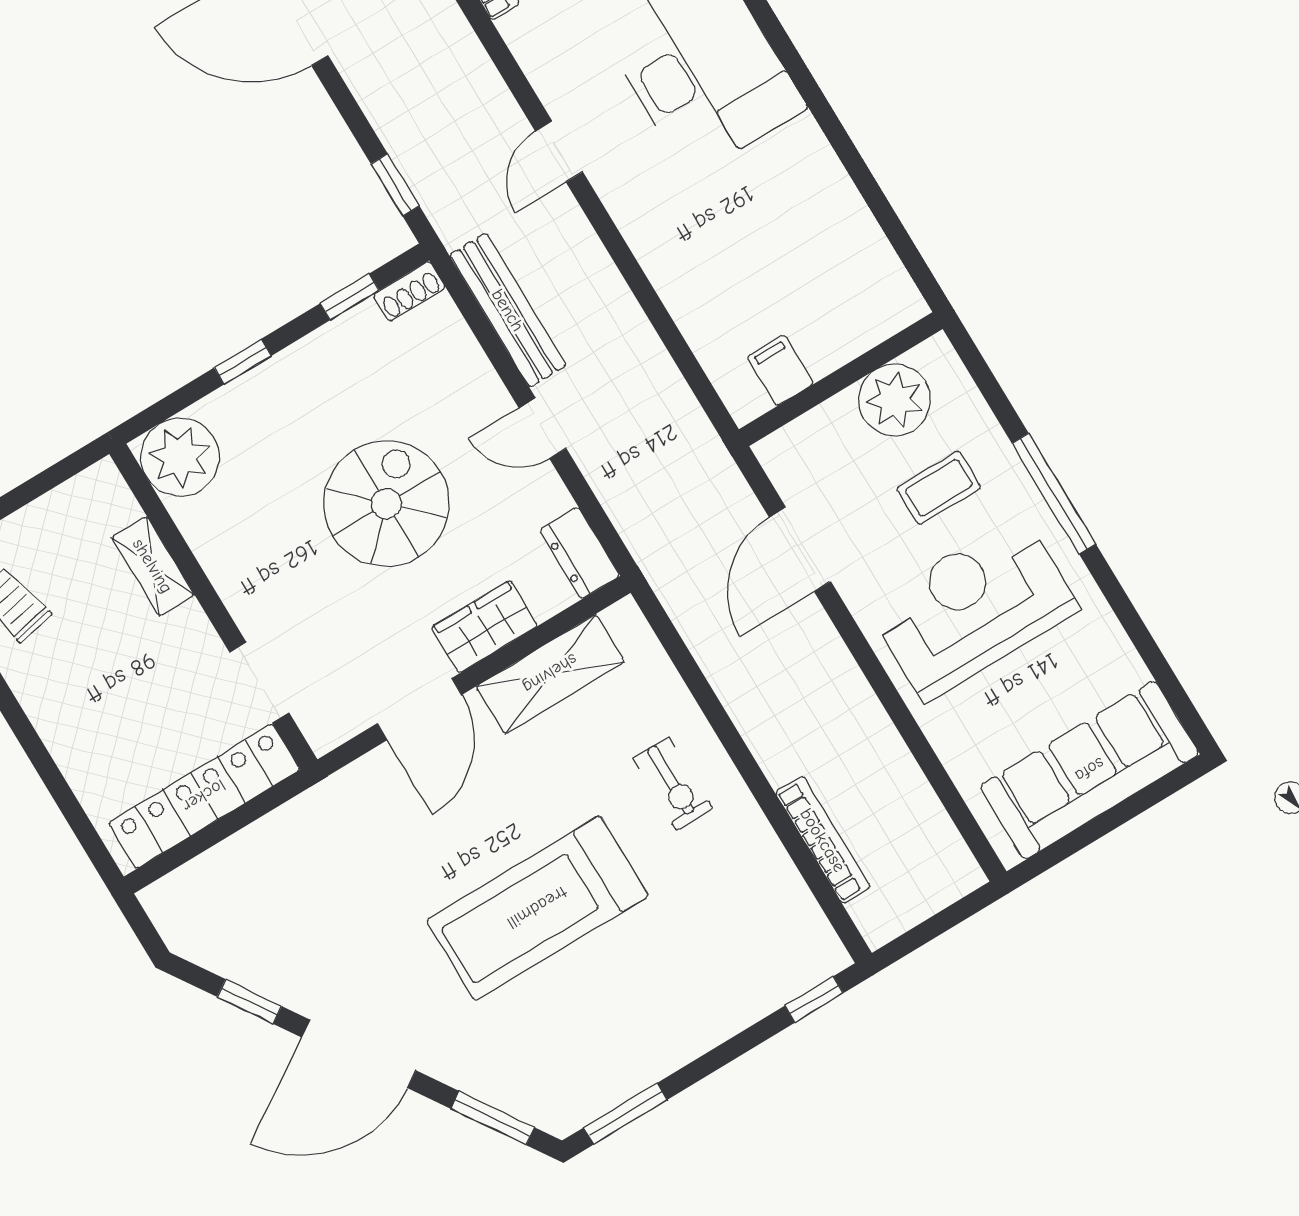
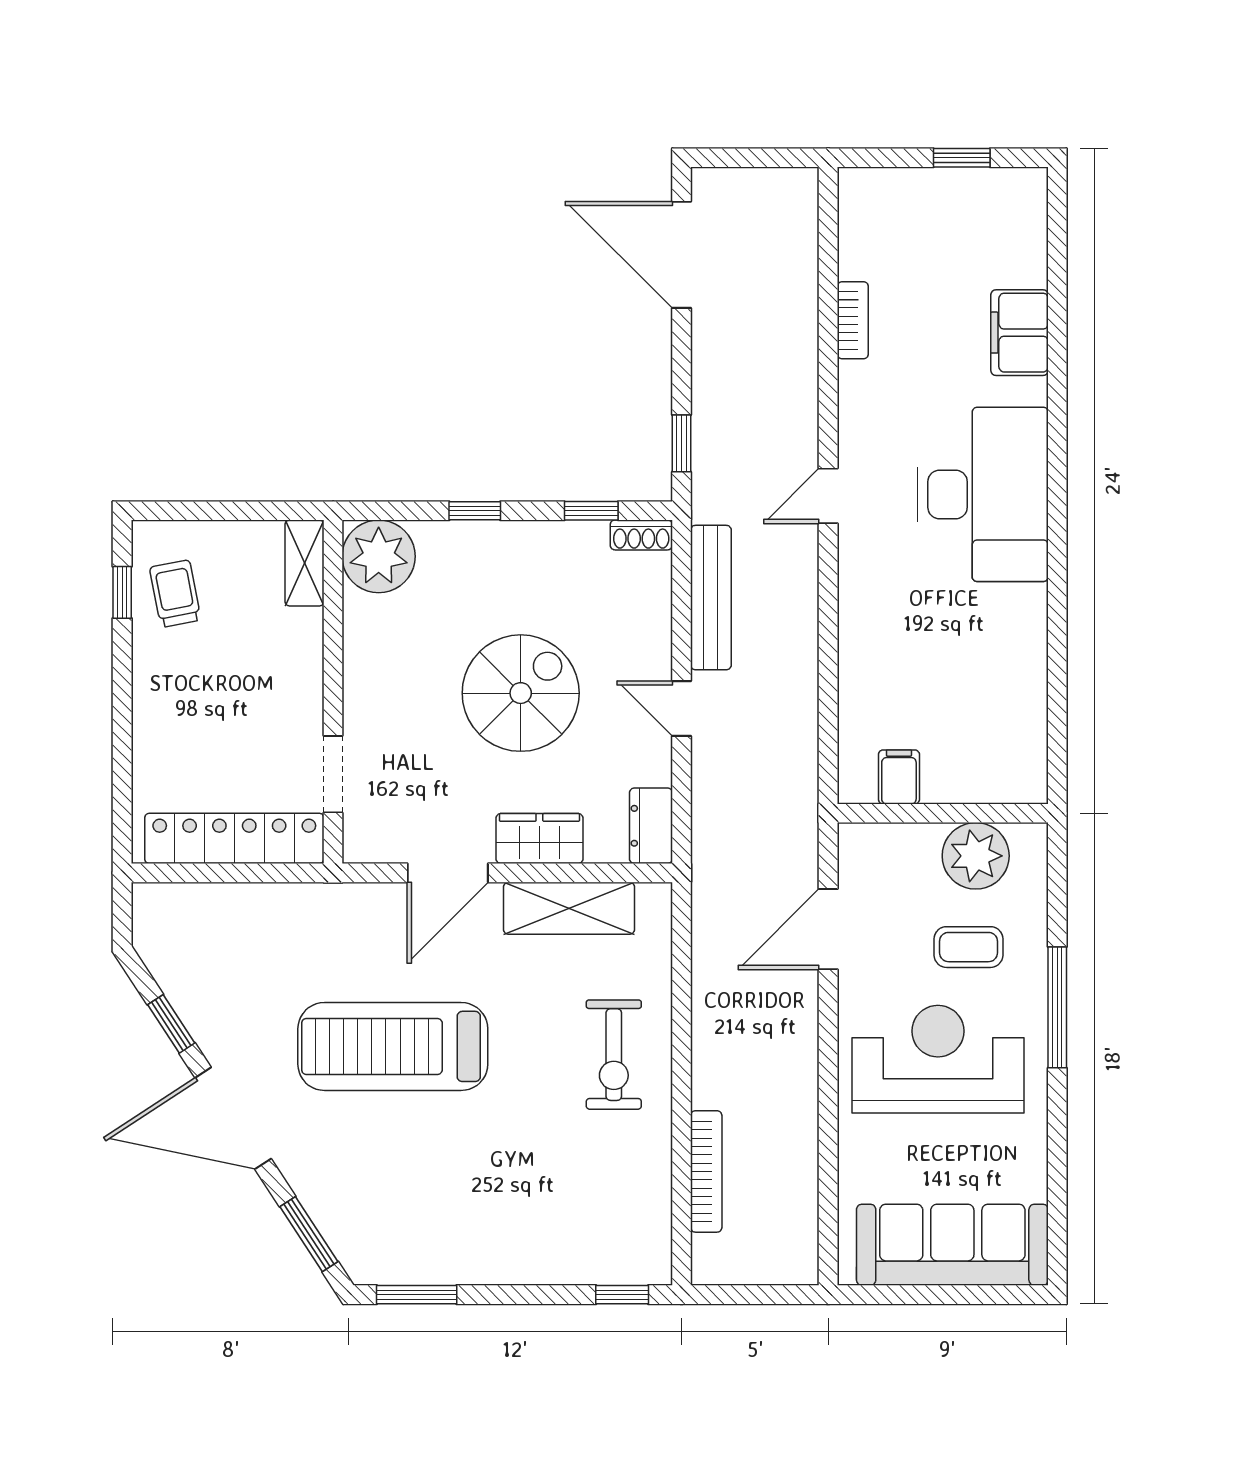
shelving: (153, 566) -> (304, 563), moved
exercise bike: (673, 784) -> (614, 1055), width x1.38, depth x1.39
treadmill: (537, 908) -> (393, 1046), moved

